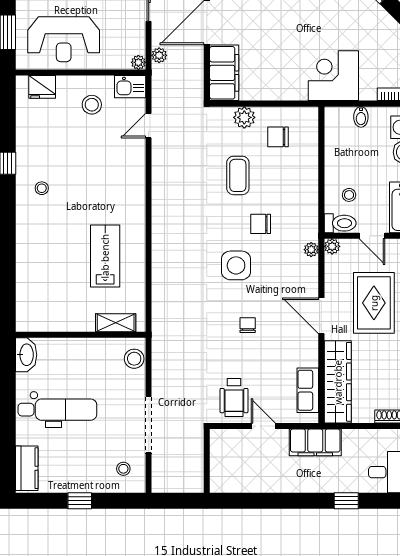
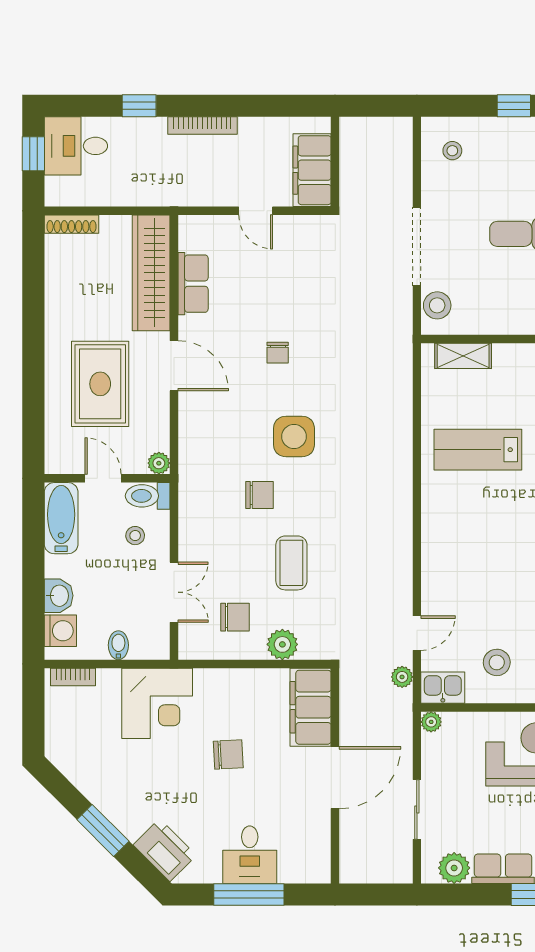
chair: (283, 39) -> (228, 754), added
plant: (159, 55) -> (402, 677), moved
double door: (321, 155) -> (174, 592), added
plant: (311, 250) -> (188, 459), removed
lab bench: (105, 256) -> (478, 450), turned 90
row of seats: (308, 390) -> (193, 284), moved
wheelchair: (234, 397) -> (297, 251), removed
doorway: (149, 425) -> (417, 247), moved
filing cabinet: (315, 442) -> (312, 170), moved, turned -90
bookcase: (301, 487) -> (202, 125), added

